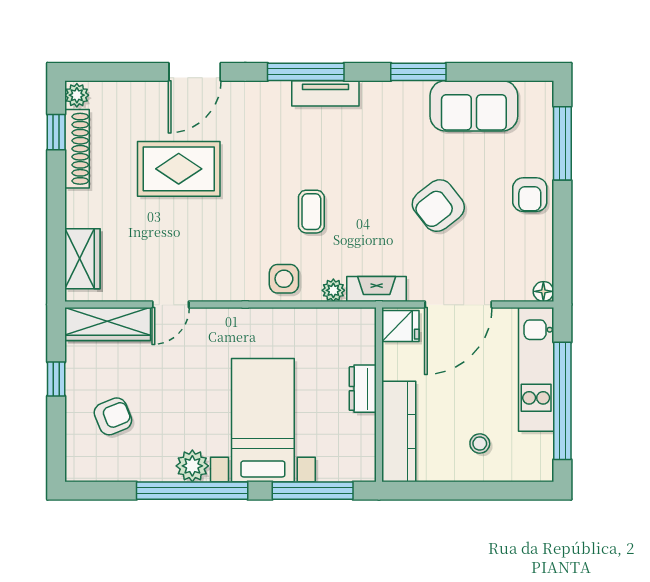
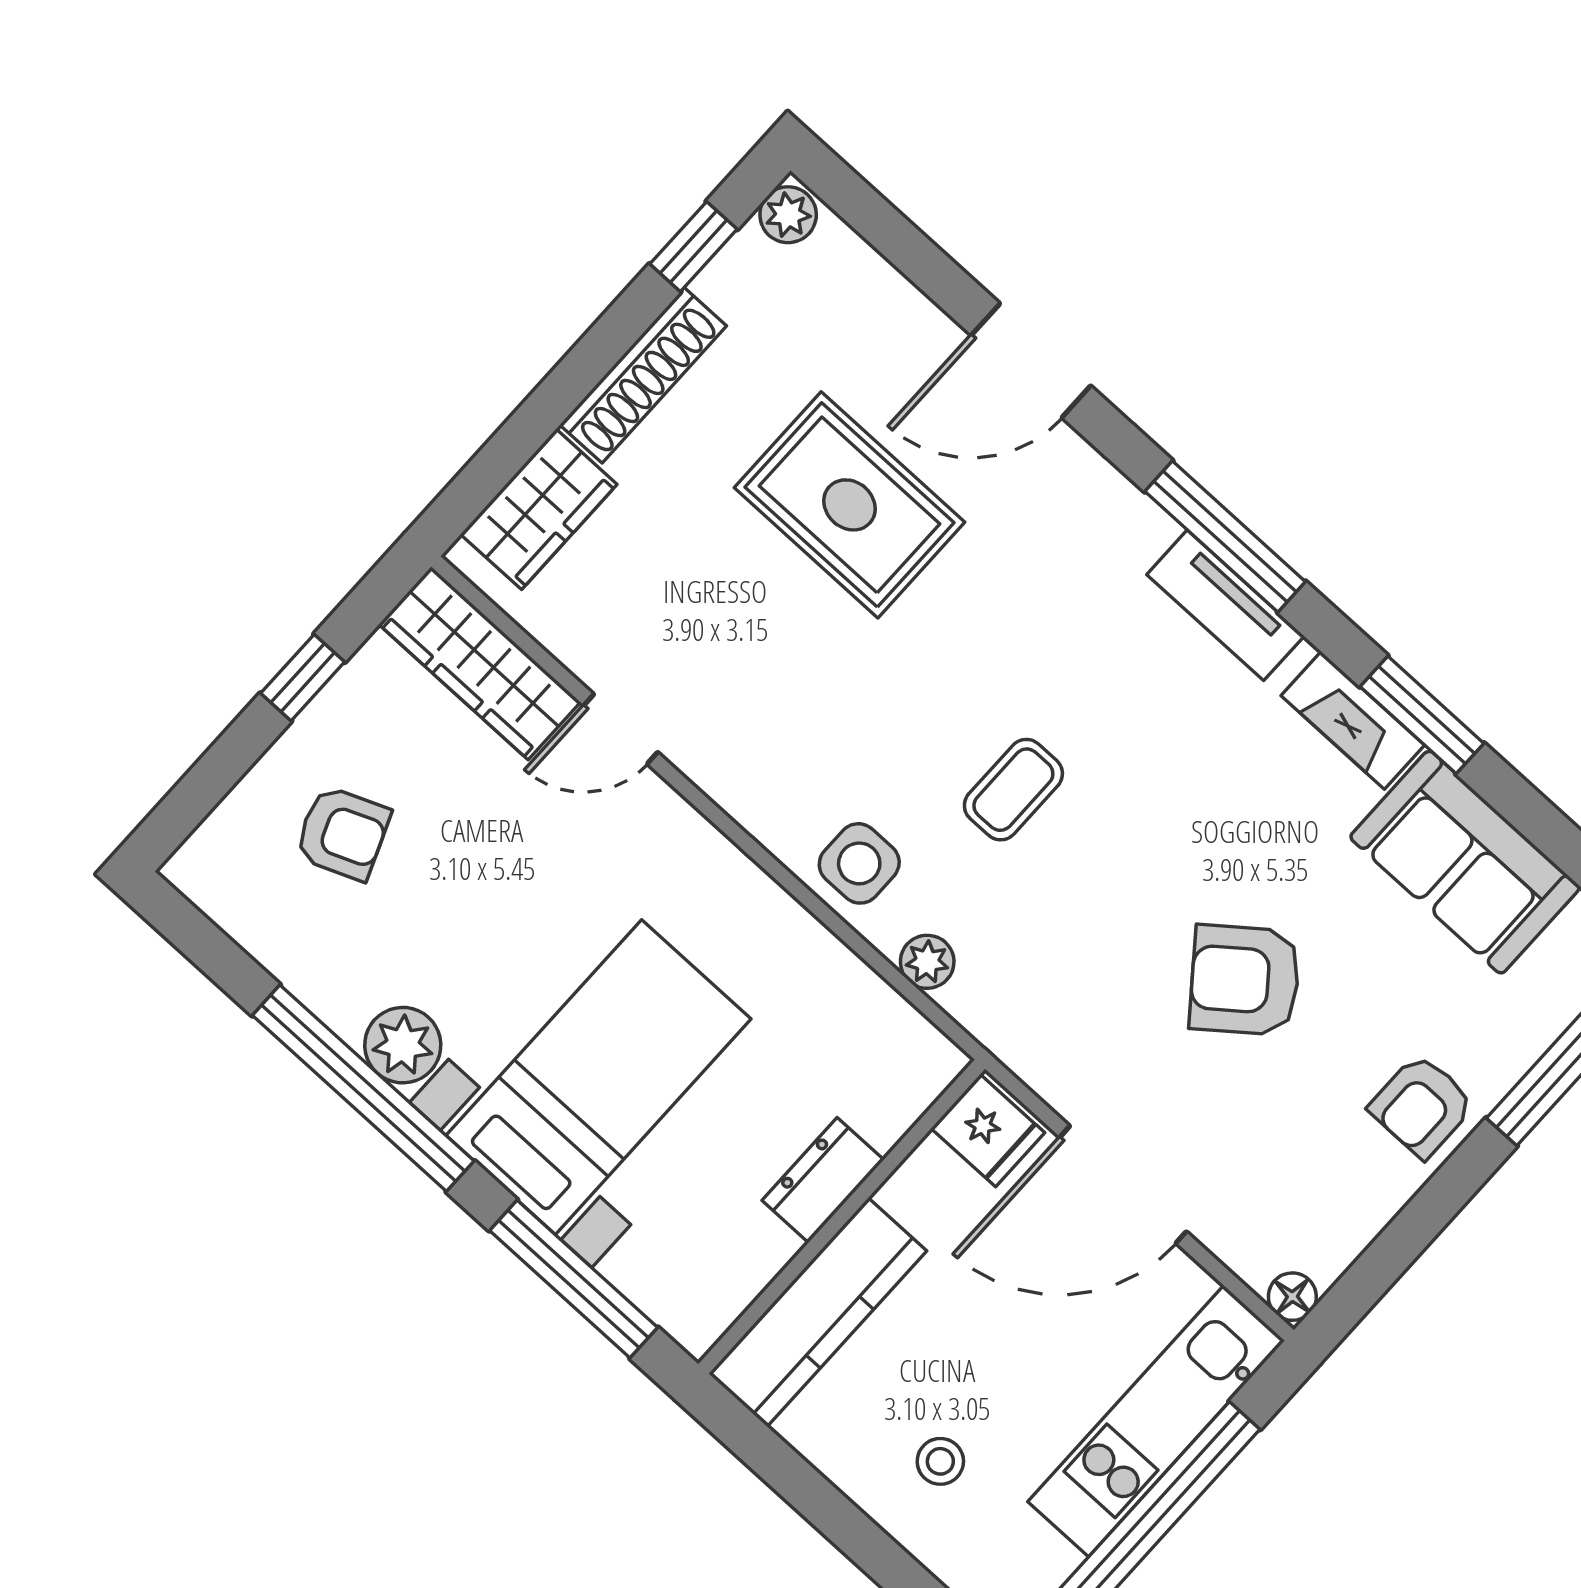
shoe rack: (77, 149) -> (643, 375), moved
fireplace: (377, 289) -> (1353, 720), moved, turned 180

